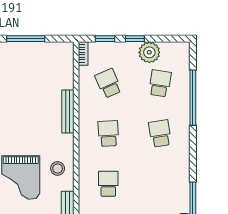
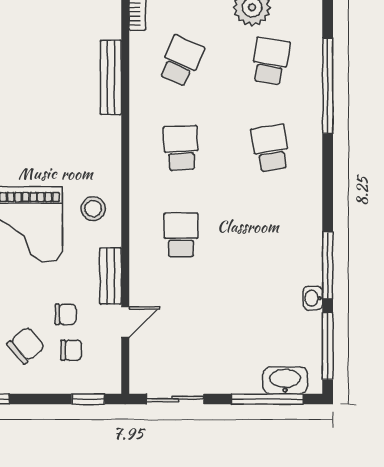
school desk: (108, 83) -> (181, 61), turned 48
bench: (68, 112) -> (111, 77), moved

